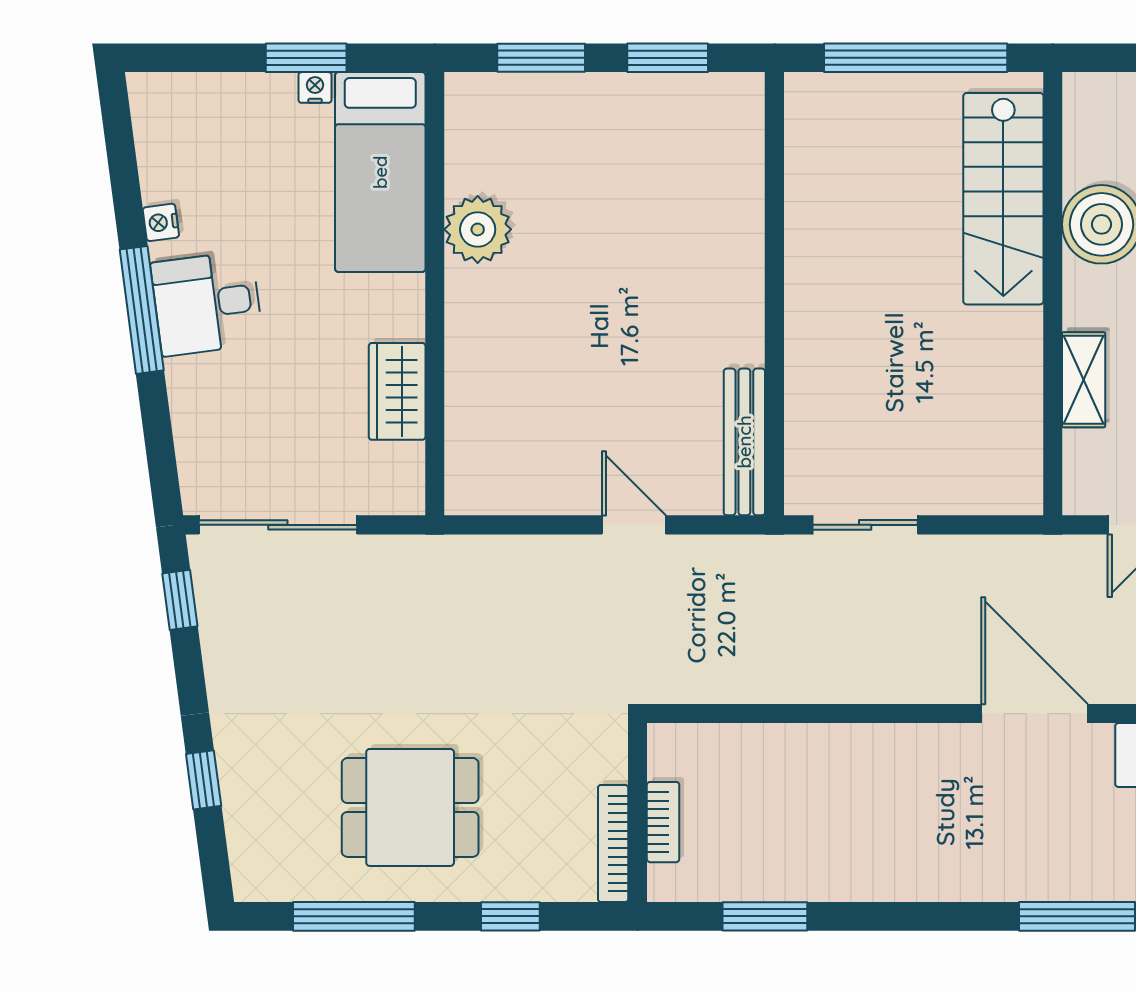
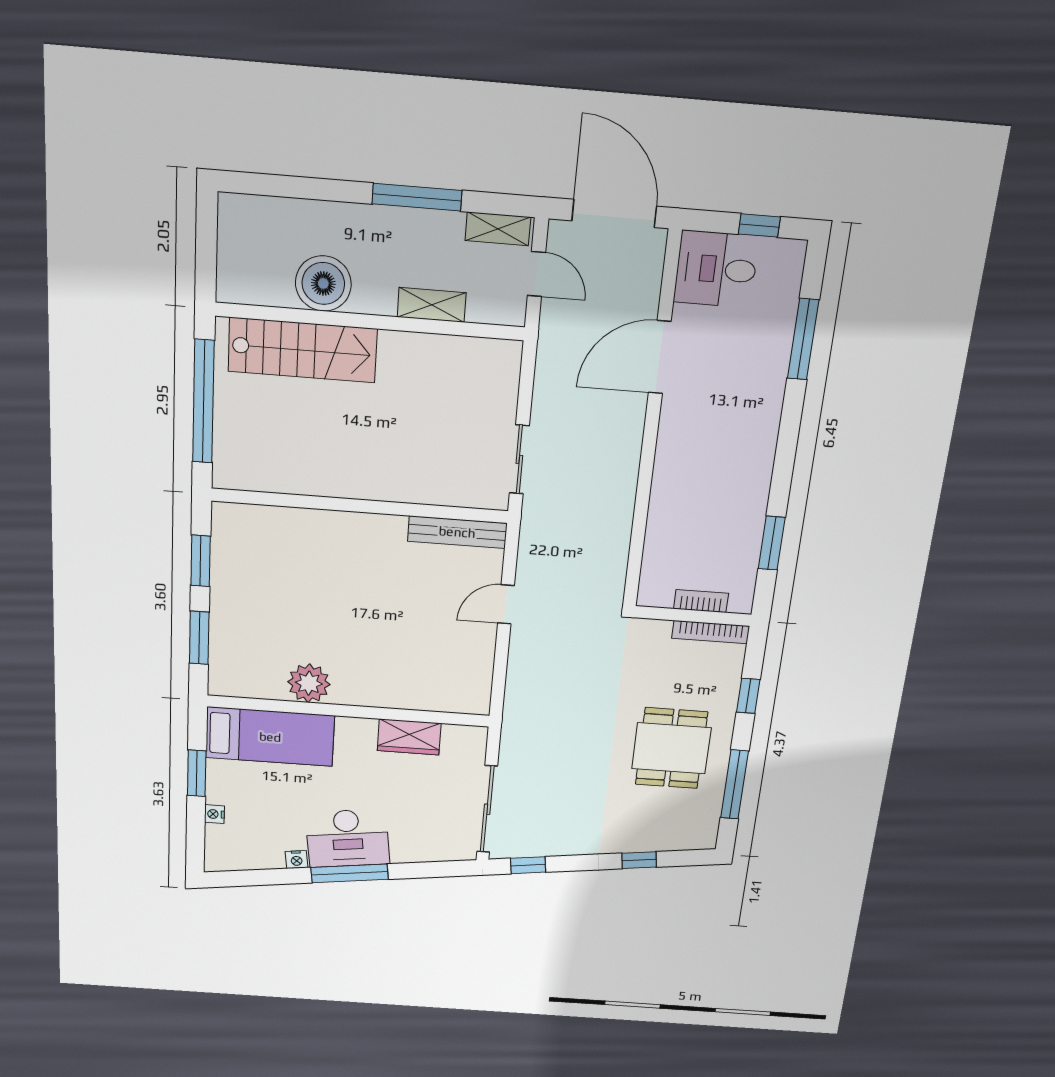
nightstand: (315, 87) -> (214, 814), moved
desk: (207, 303) -> (348, 838), width x1.37

